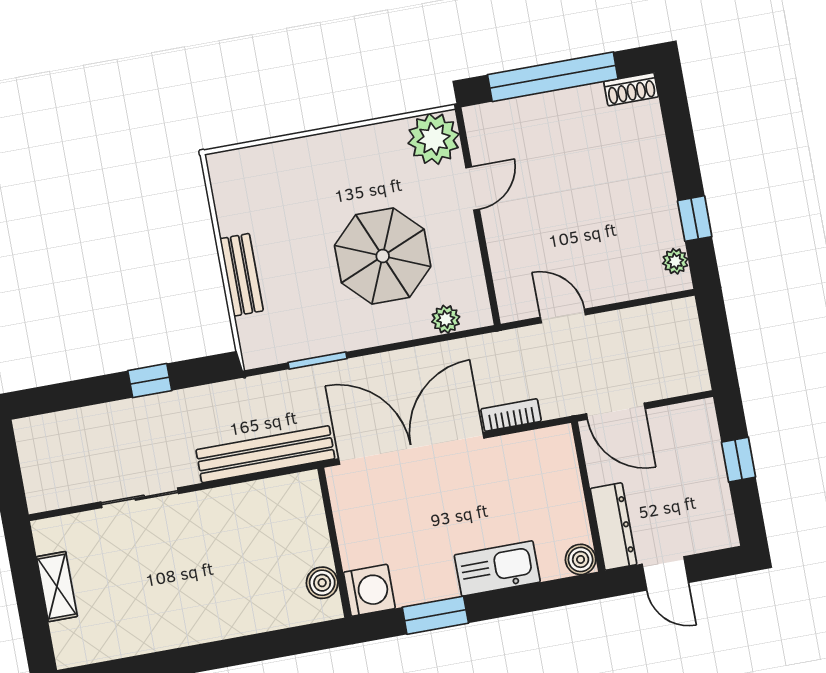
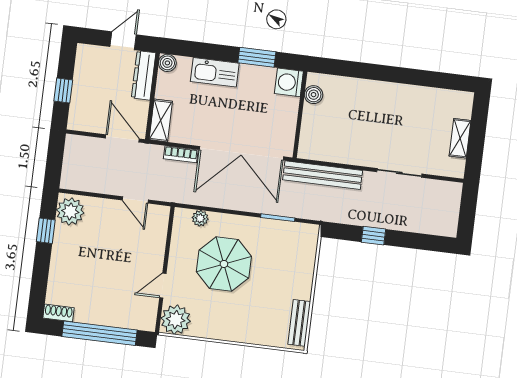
plant: (675, 261) -> (70, 211), width x1.88, depth x1.88
bench: (242, 275) -> (299, 323), moved
shelving: (562, 461) -> (161, 120), added
door: (665, 573) -> (123, 41), hinge flipped

